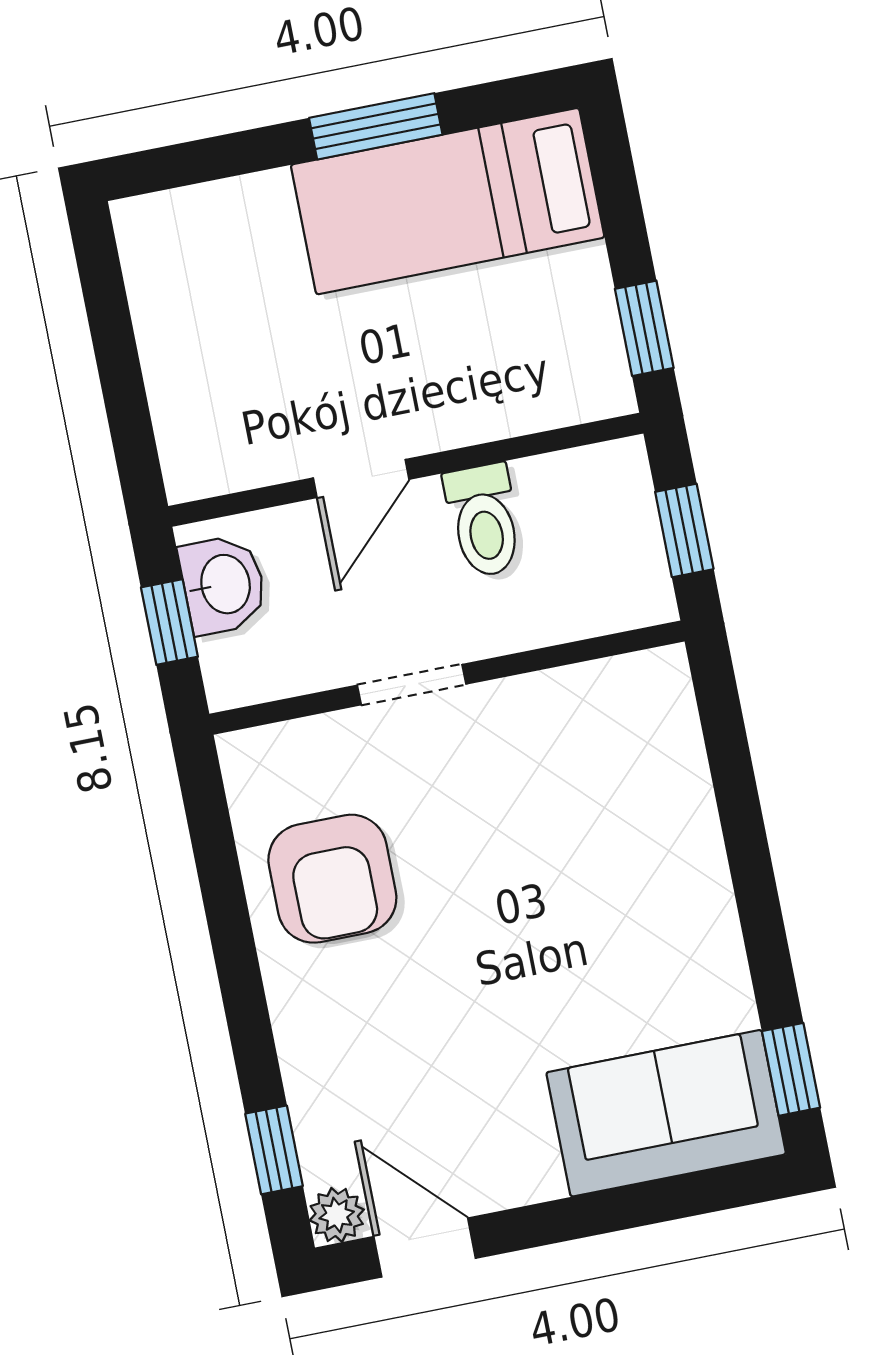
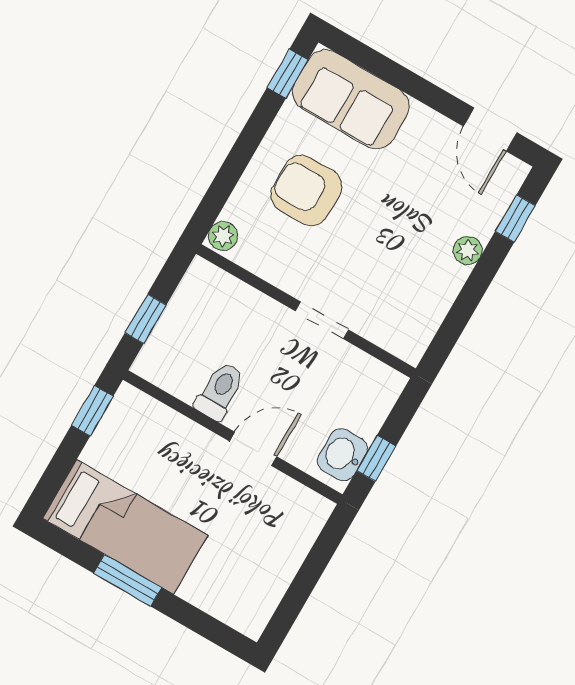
wall: (447, 678) -> (306, 311), moved
doorway: (412, 685) -> (322, 320), moved
plant: (678, 750) -> (223, 236), added
armchair: (332, 879) -> (306, 190), moved, turned -90
plant: (337, 1215) -> (468, 250), moved

